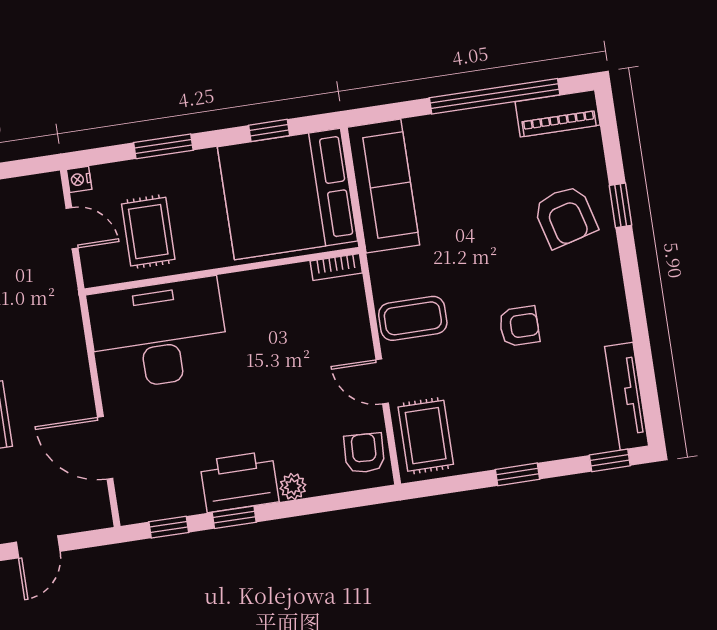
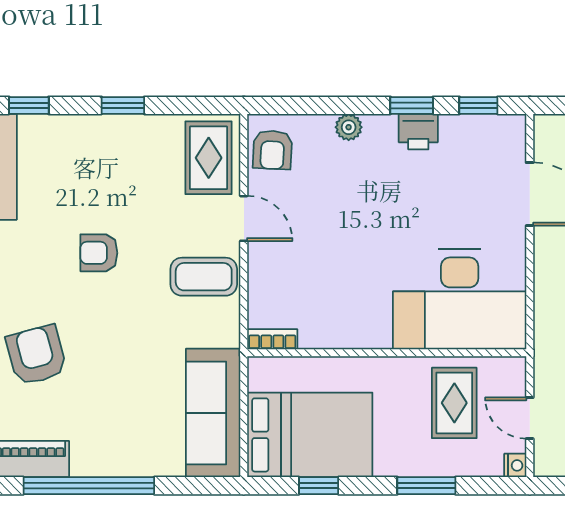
bed: (288, 194) -> (310, 435), width x0.73
printer: (239, 482) -> (418, 132), width x0.53, depth x0.68

